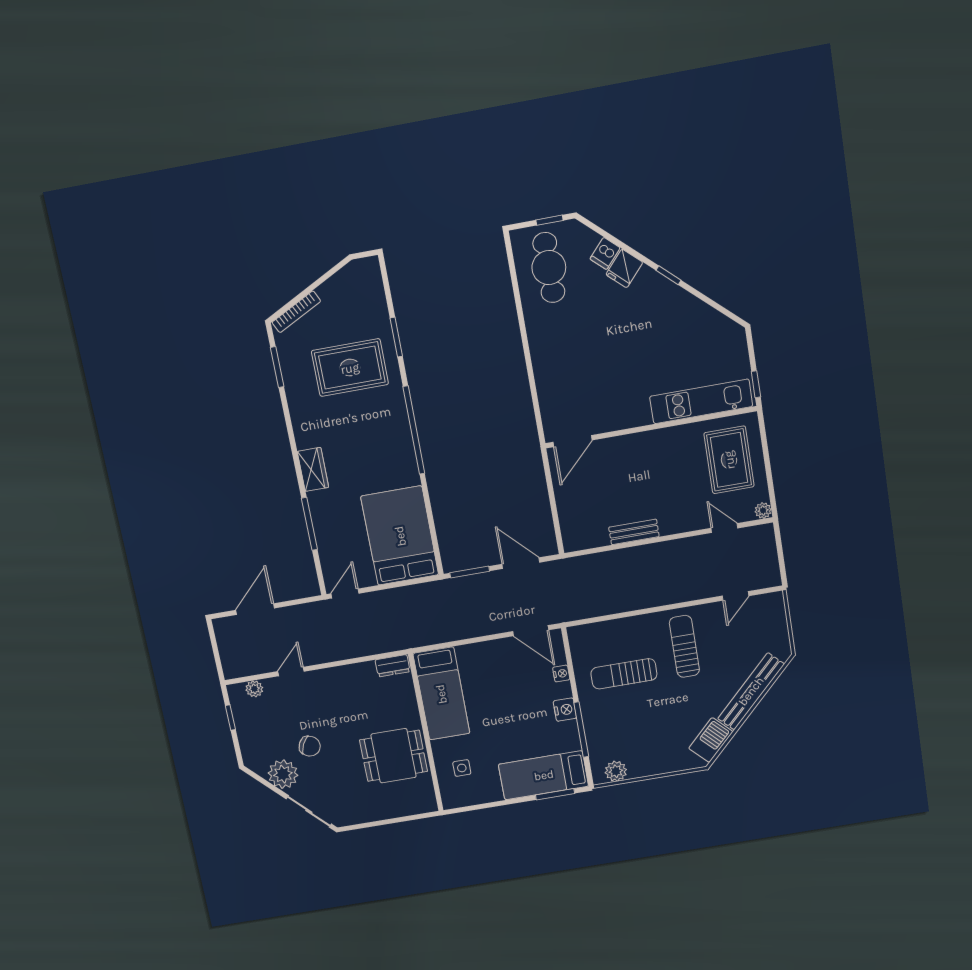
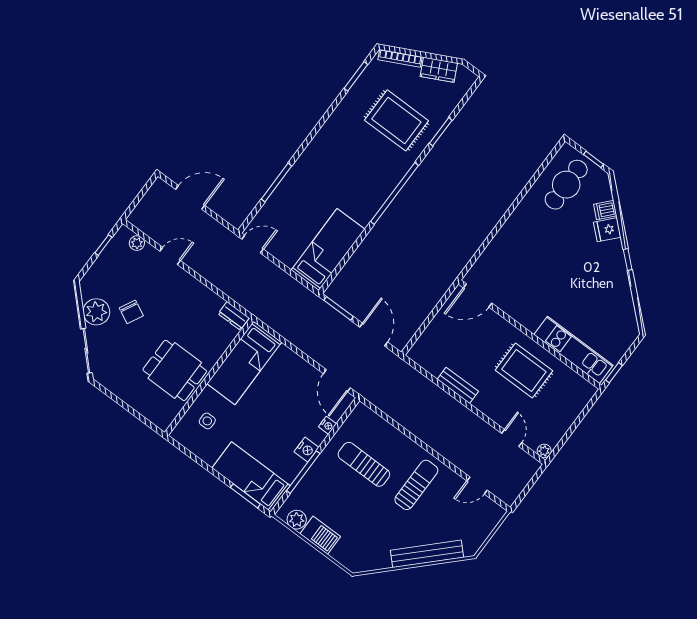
rug: (729, 460) -> (524, 370), moved, turned 90
wardrobe: (313, 469) -> (439, 70), moved, turned 63
bed: (400, 536) -> (328, 250), width x0.67
barbecue: (711, 740) -> (320, 535), moved, turned 45

